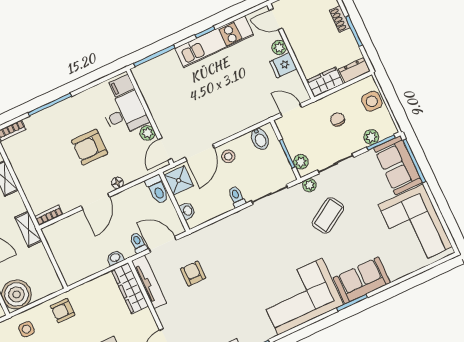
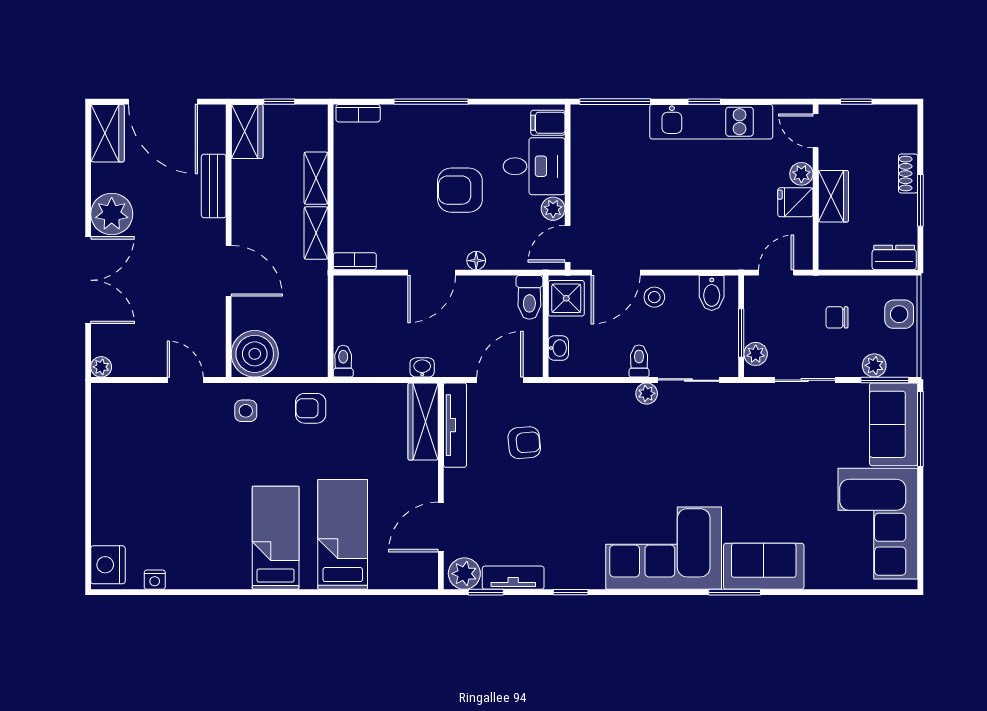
wardrobe: (325, 82) -> (833, 196), moved, turned 90
door: (291, 110) -> (776, 273), hinge flipped
chair: (337, 120) -> (837, 317), turned -90
plant: (309, 185) -> (647, 393), moved
coffee table: (328, 215) -> (759, 450), removed
shelving: (28, 229) -> (316, 233), moved
toilet: (138, 243) -> (343, 361), moved
door: (163, 244) -> (500, 380), hinge flipped
armchair: (193, 274) -> (524, 443), turned 85

